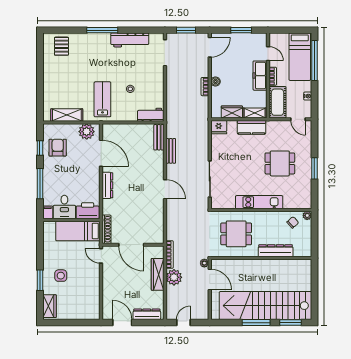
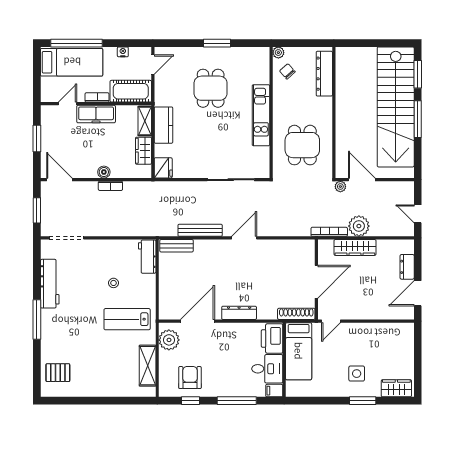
armchair: (58, 148) -> (190, 378), turned 90
bench: (171, 151) -> (200, 230), width x1.36
dresser: (276, 251) -> (324, 74), moved
door: (210, 280) -> (362, 180), hinge flipped
dresser: (147, 314) -> (407, 267), width x0.70

